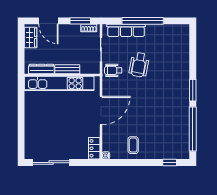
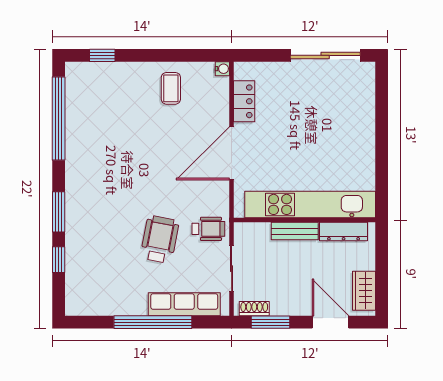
window: (193, 54) -> (59, 260), added
window: (193, 90) -> (59, 212), moved
locker: (94, 148) -> (244, 101), moved

